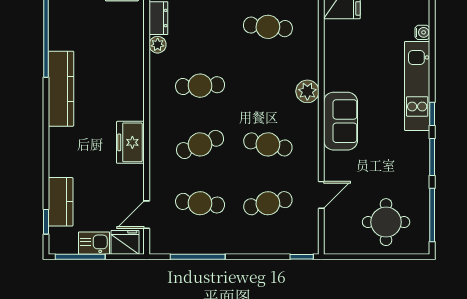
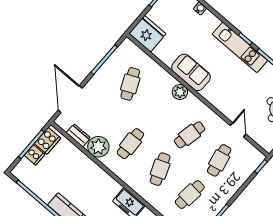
cafe table: (268, 27) -> (130, 84), turned -30
plant: (158, 45) -> (98, 147), width x1.88, depth x1.88
kitchen unit: (417, 86) -> (240, 47), moved
sofa: (341, 121) -> (191, 72), moved

